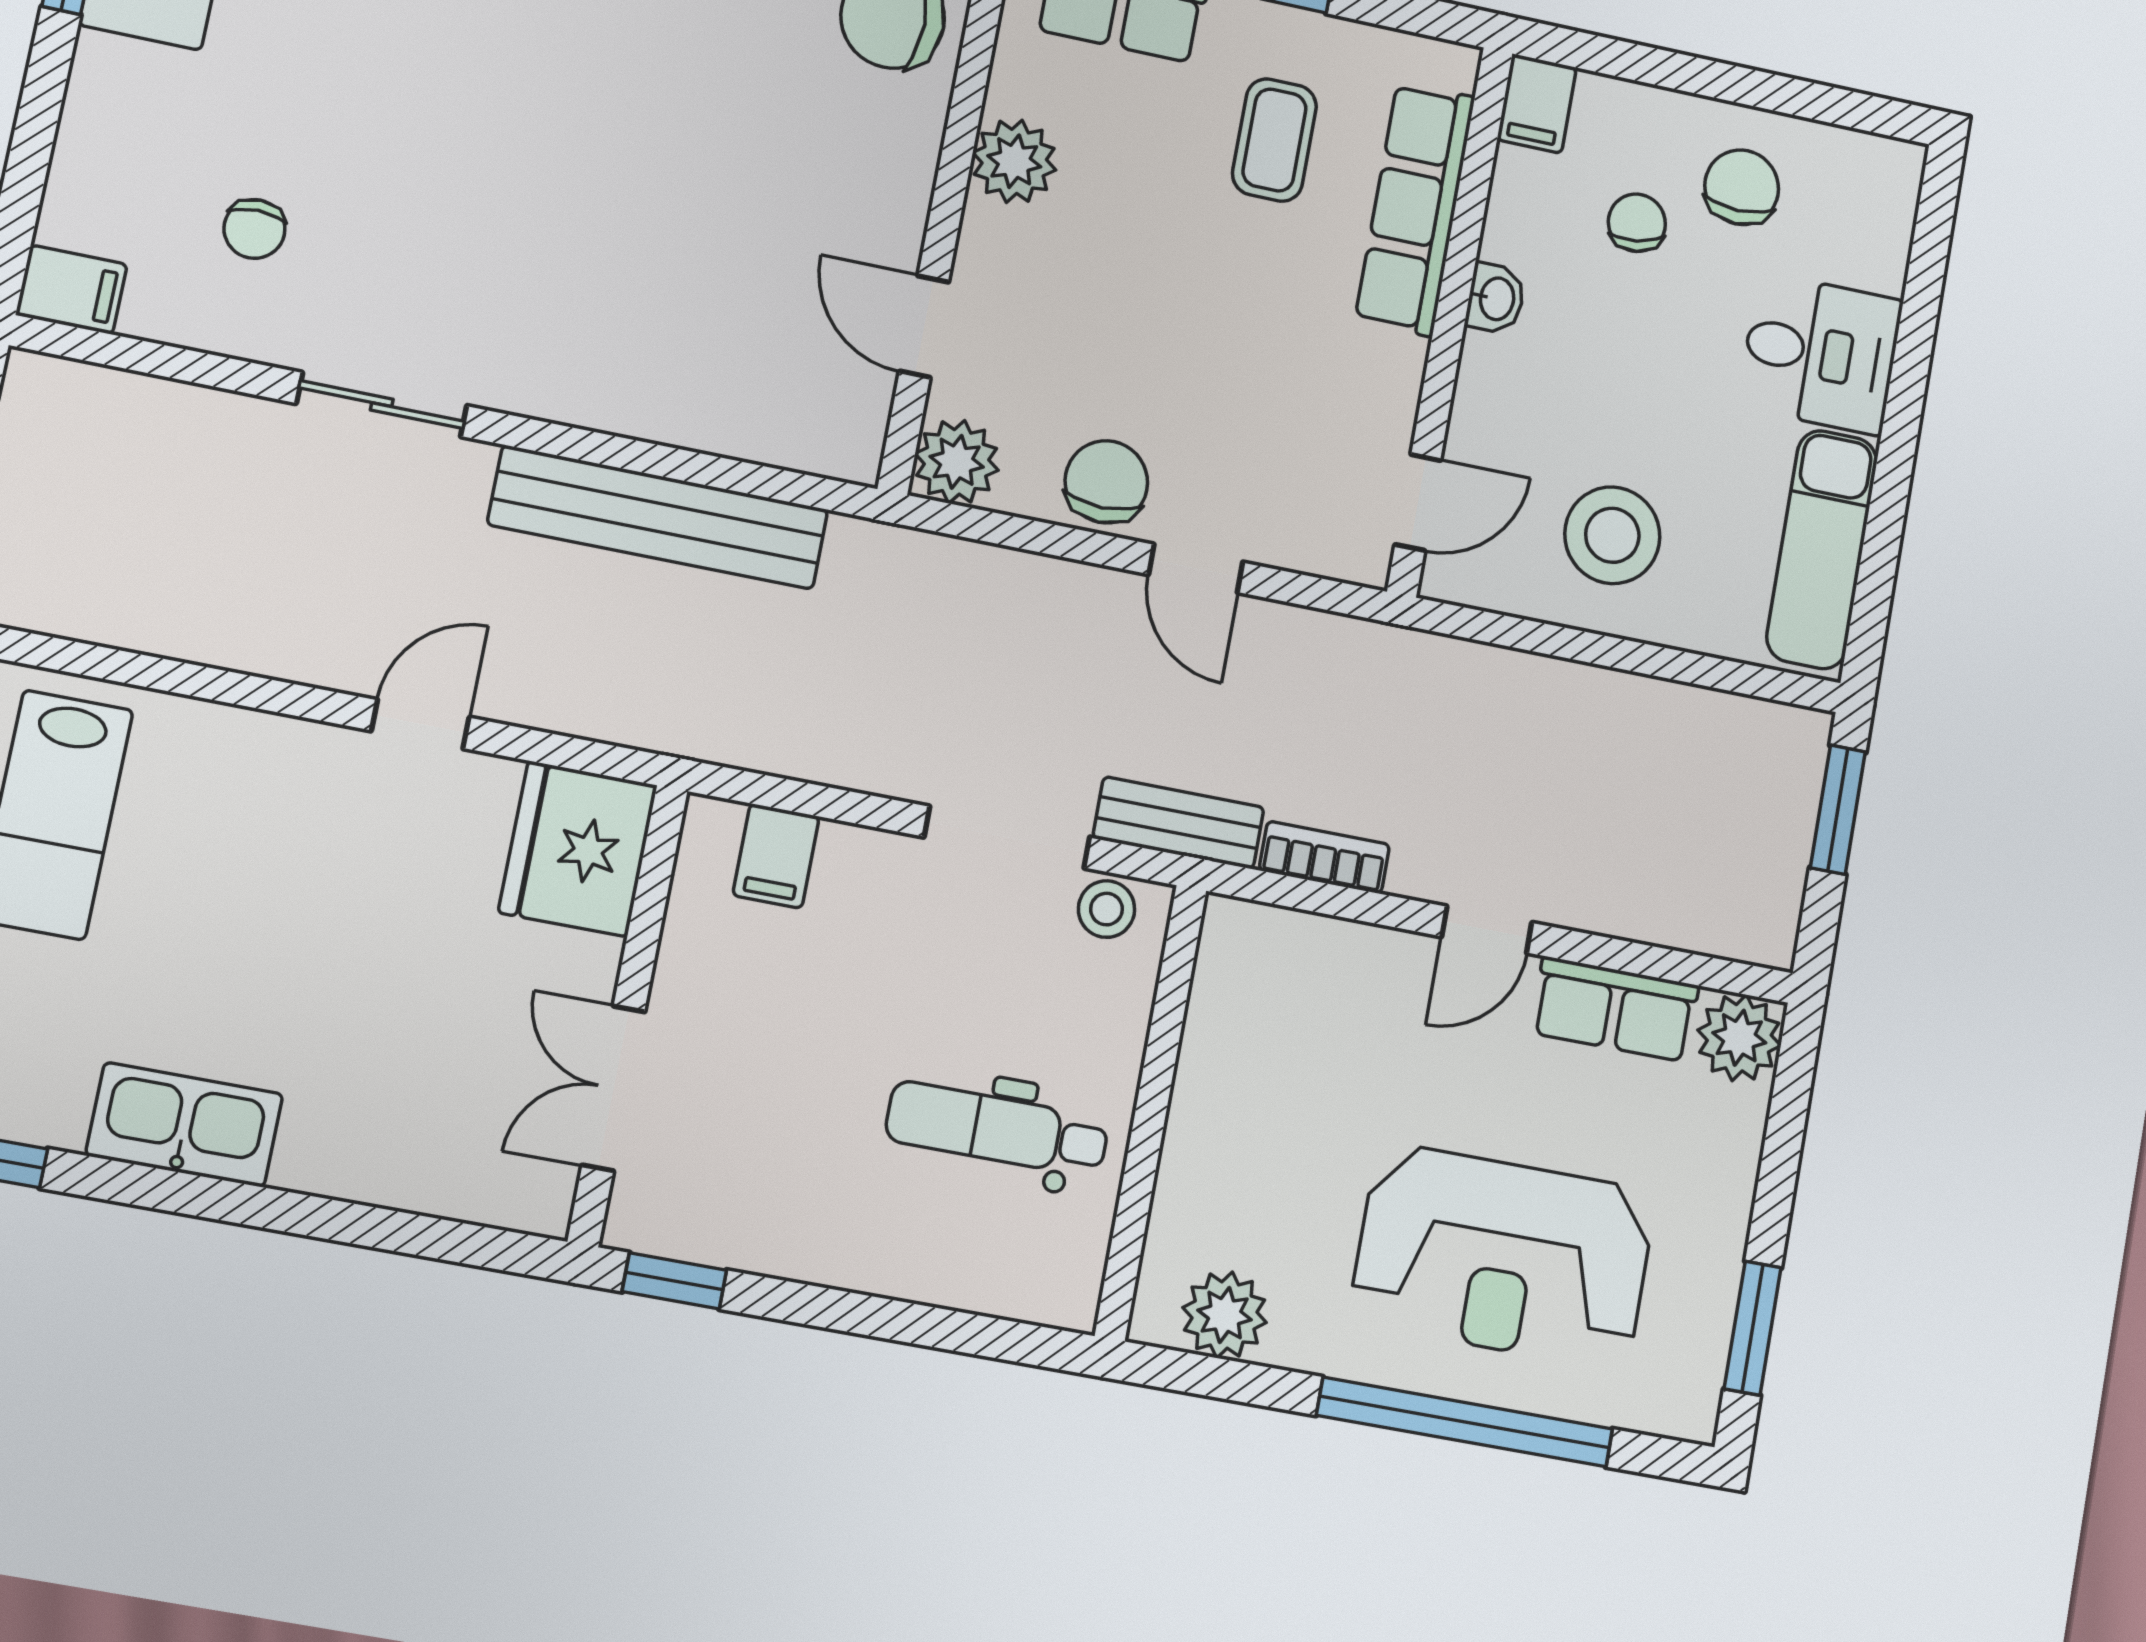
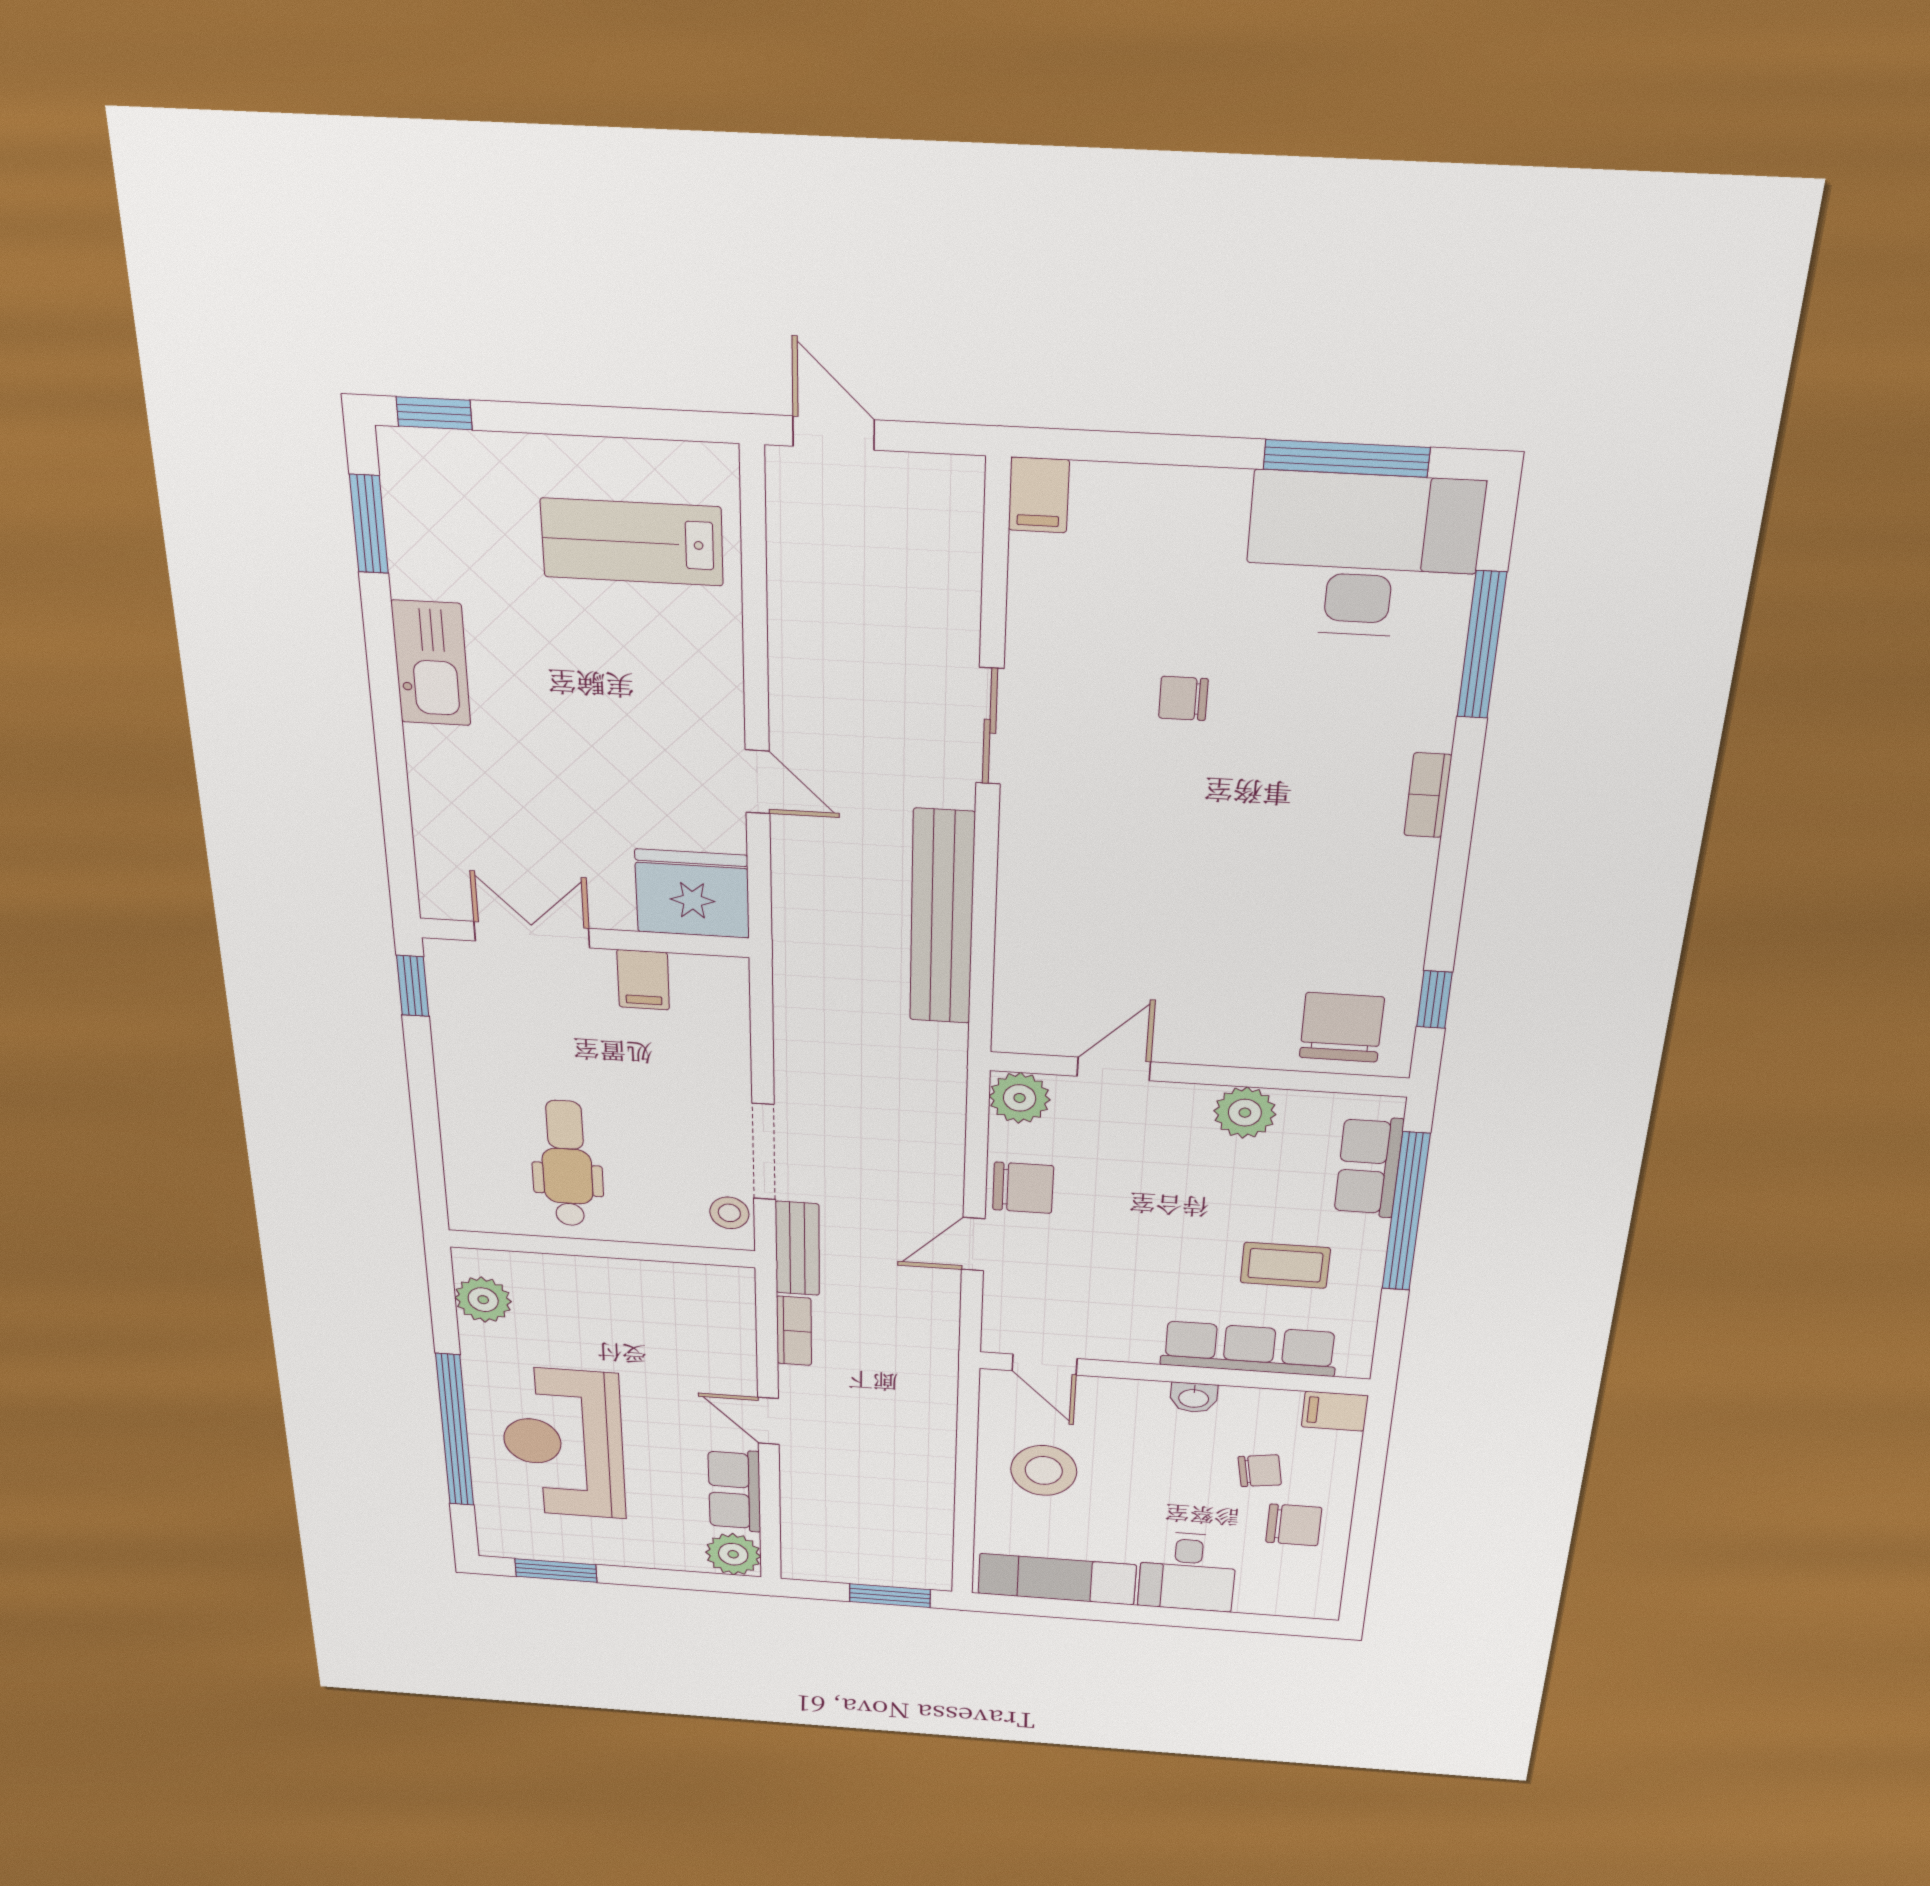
chair: (254, 229) -> (1183, 698), moved
filing cabinet: (776, 856) -> (643, 980), moved, turned -90

